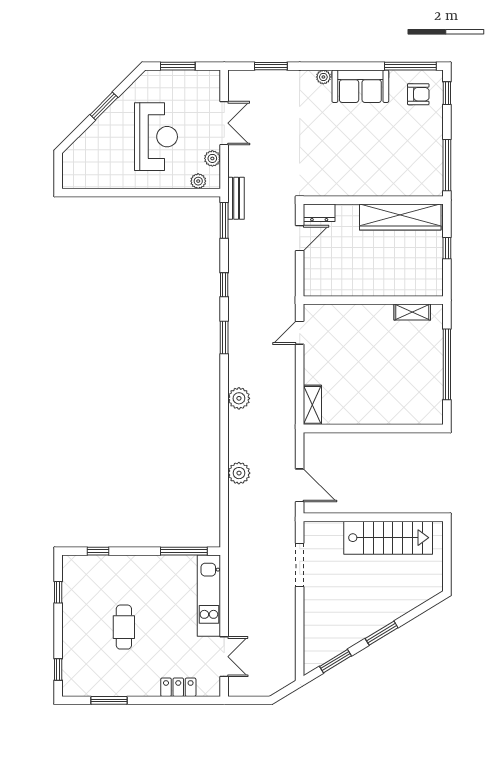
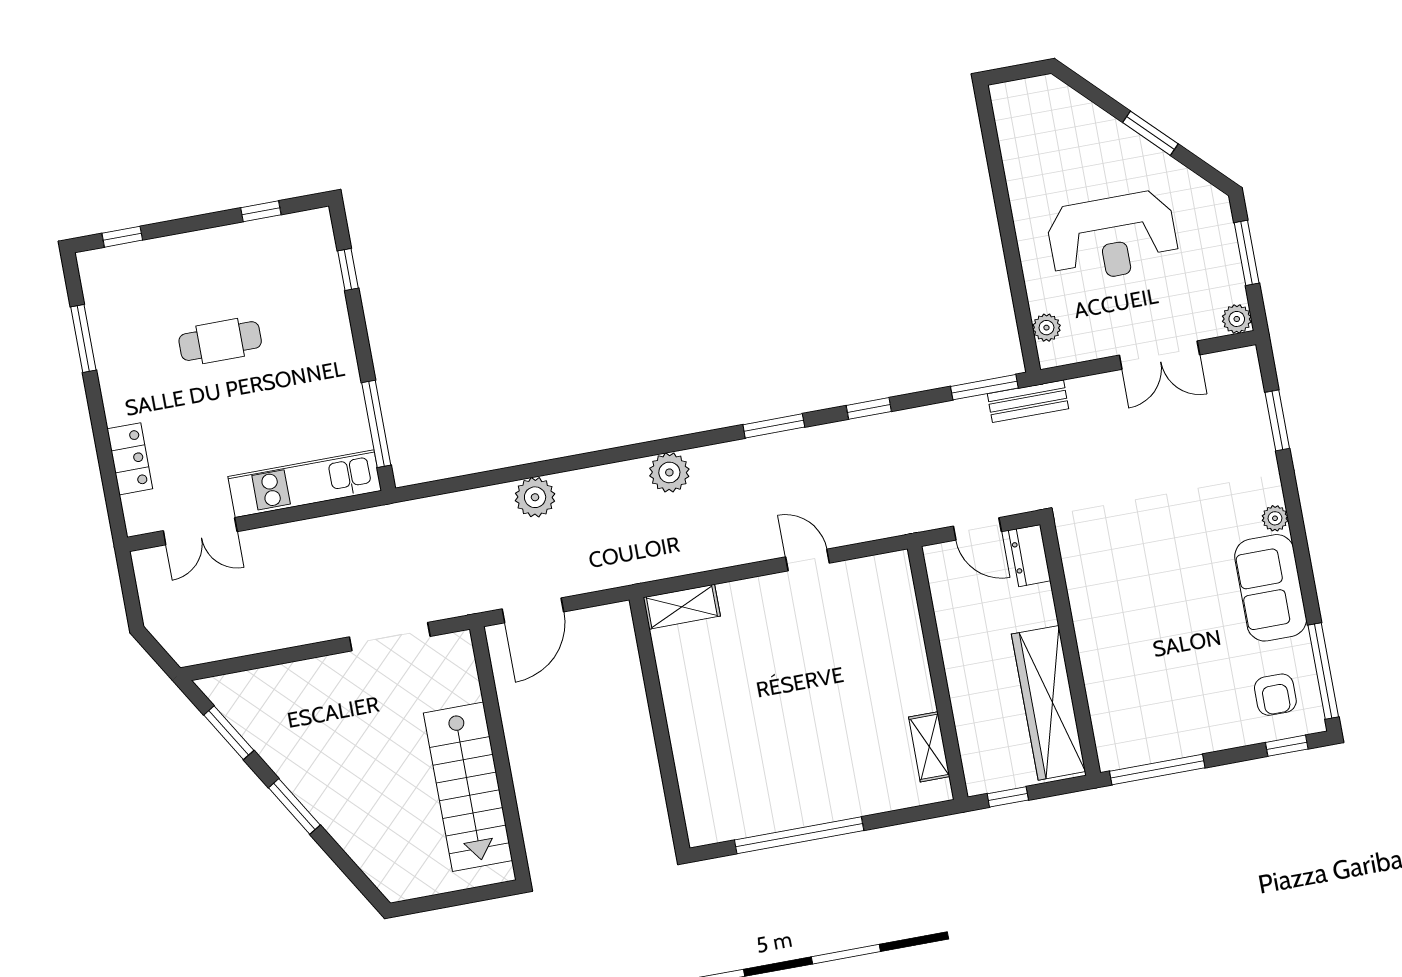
plant: (212, 158) -> (1237, 319), moved
wall: (373, 300) -> (938, 673), moved
shelving: (412, 312) -> (929, 747), moved

